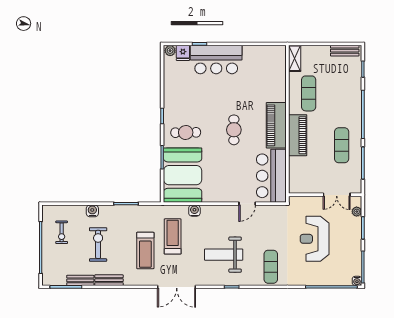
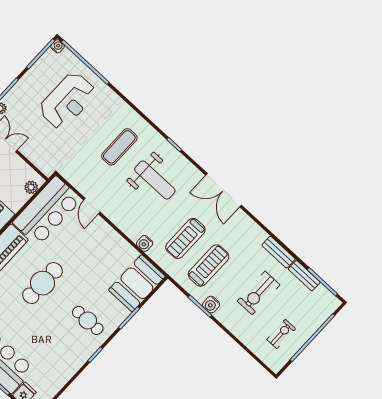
cafe table: (234, 130) -> (43, 283), width x1.37, depth x1.35
booth: (183, 175) -> (137, 283), width x0.73, depth x0.70
plant: (294, 181) -> (31, 187), added
door: (247, 204) -> (92, 206), swing flipped
water cooler: (92, 211) -> (211, 305), moved
reception desk: (315, 239) -> (67, 101), moved
treadmill: (145, 250) -> (209, 266), moved
exercise mat: (271, 267) -> (119, 147), moved
double door: (177, 287) -> (224, 190), swing flipped

